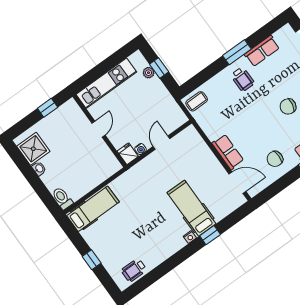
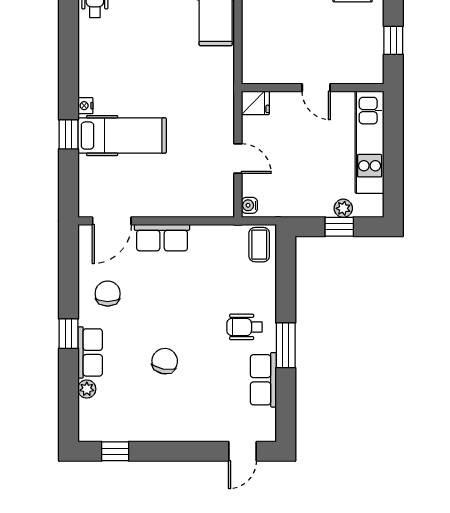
water cooler: (141, 149) -> (249, 205), moved

